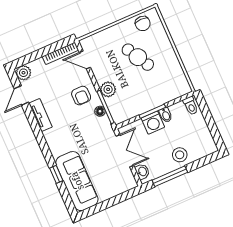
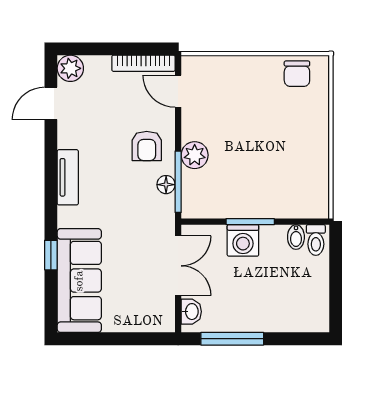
cafe table: (138, 57) -> (265, 124), removed
tv unit: (41, 115) -> (68, 177), moved
bidet: (166, 115) -> (296, 237), moved
stool: (180, 155) -> (263, 311), removed

